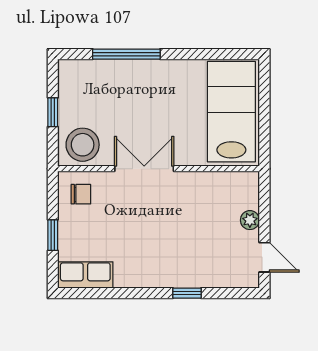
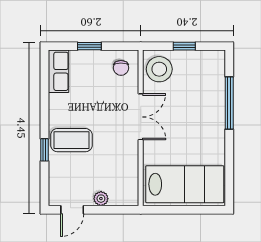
coffee table: (174, 258) -> (71, 140), added

